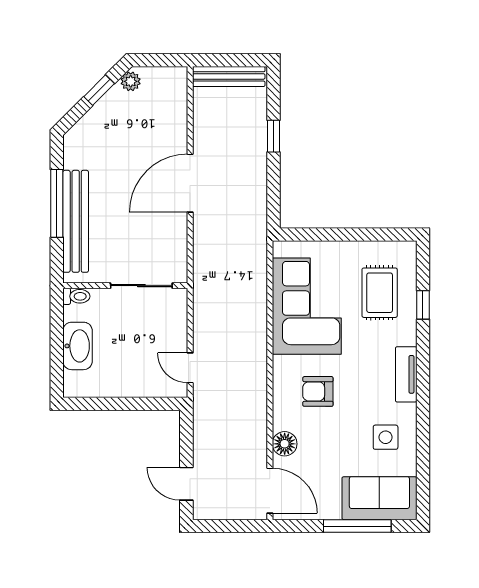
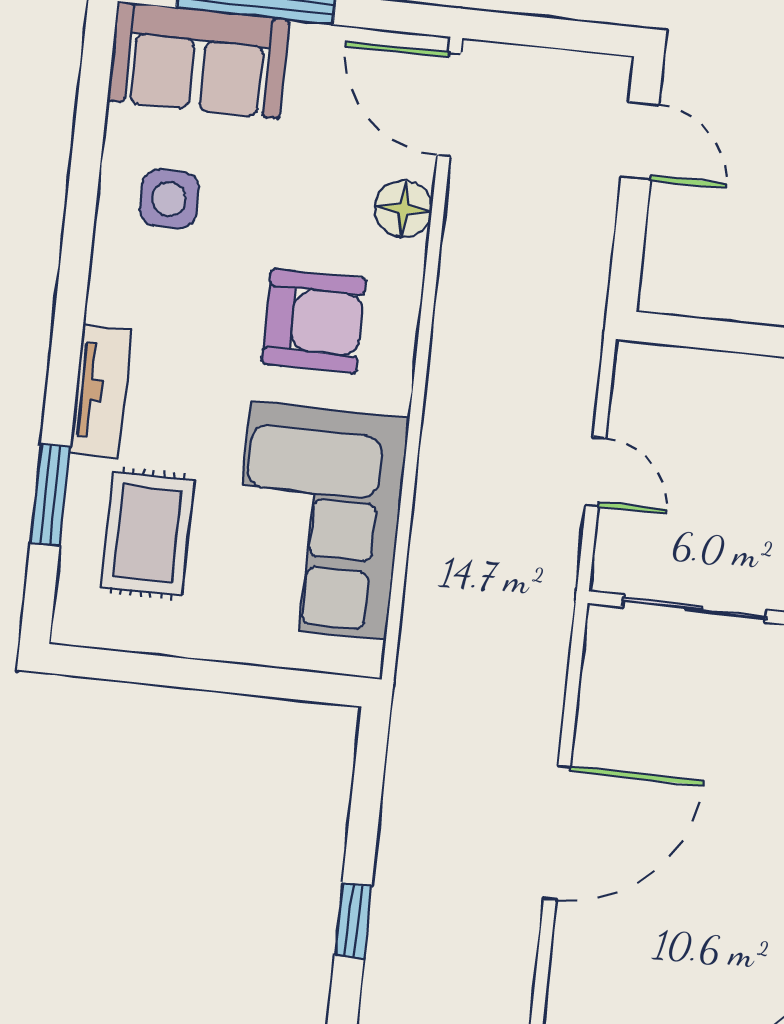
window: (423, 305) -> (50, 495), width x1.50
door: (190, 368) -> (596, 472), moved
tv unit: (406, 374) -> (101, 391), moved
armchair: (318, 391) -> (314, 321), width x1.38, depth x1.38

